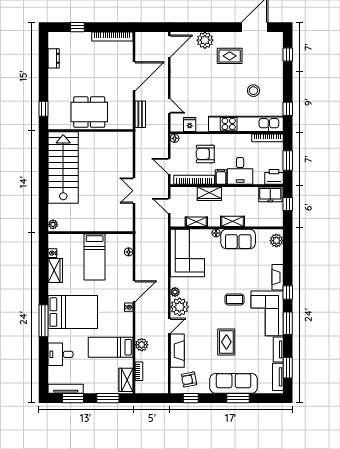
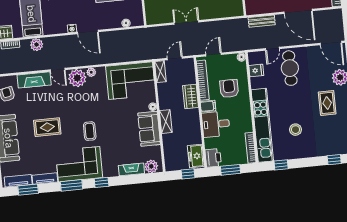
cafe table: (191, 90) -> (290, 68), added
shelving: (196, 222) -> (160, 72), moved
fireplace: (278, 277) -> (131, 169), moved

